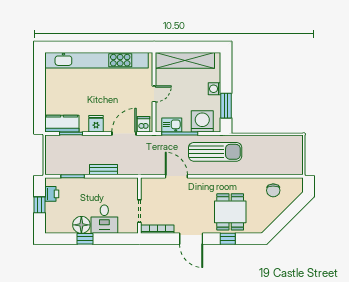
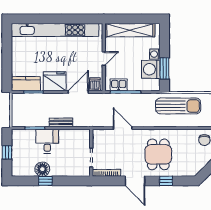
washing machine: (202, 121) -> (151, 69), moved, turned -90
fridge: (96, 124) -> (55, 81), width x1.88, depth x1.34
sun lounger: (215, 152) -> (178, 106), moved
printer: (52, 194) -> (17, 143), removed
dining table: (230, 212) -> (158, 154), moved
desk: (104, 219) -> (47, 141), moved, turned 180

